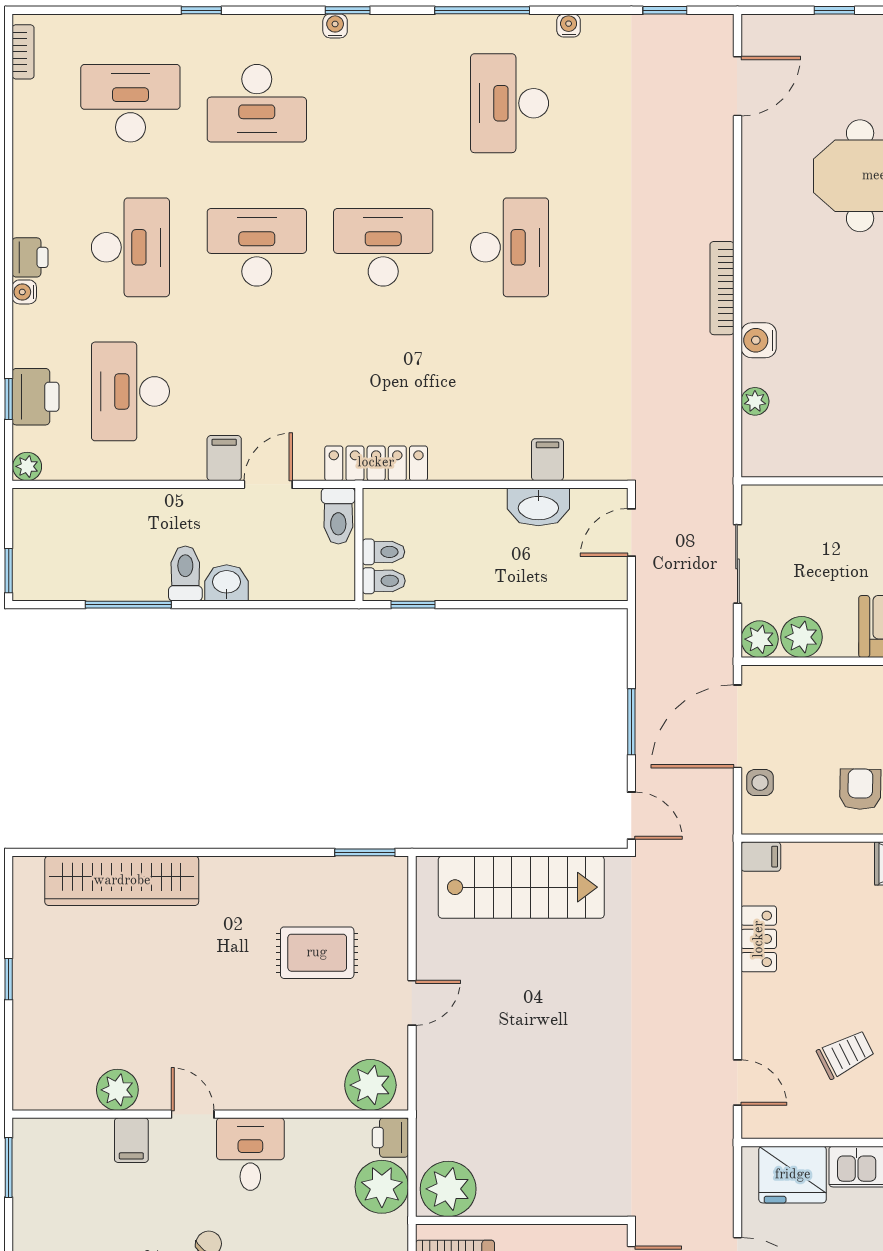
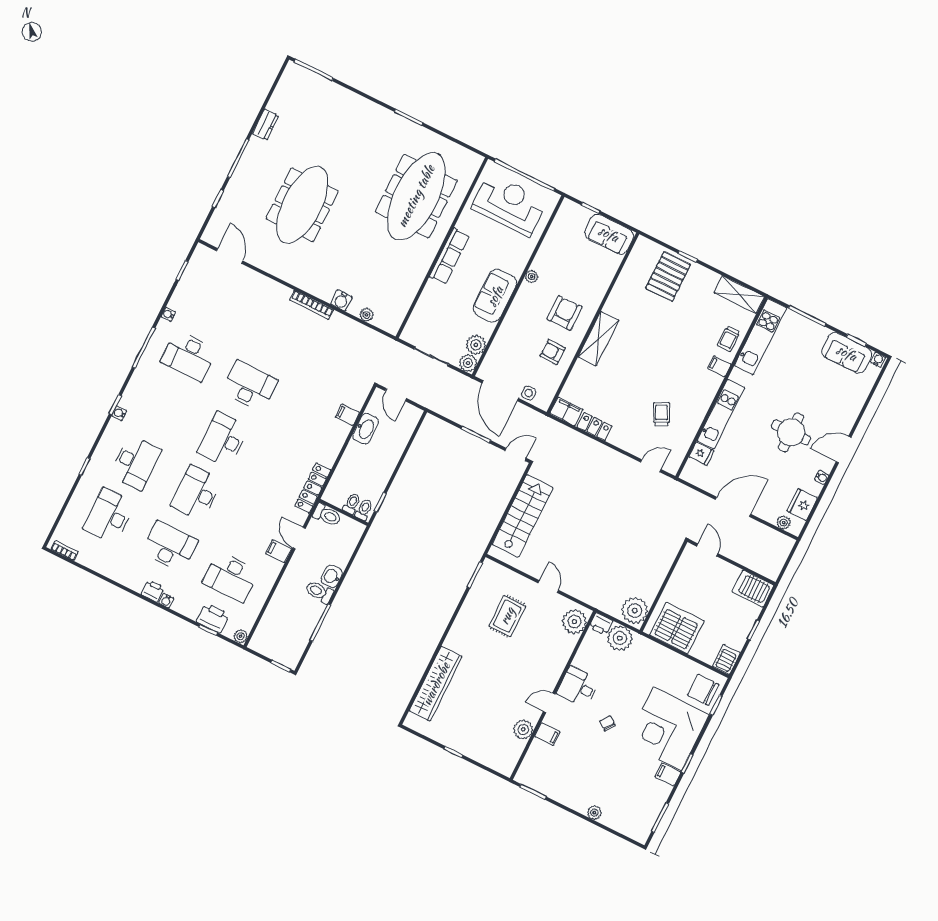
filing cabinet: (761, 857) -> (566, 411), width x2.00
fridge: (793, 1175) -> (701, 454), width x0.53, depth x0.75

